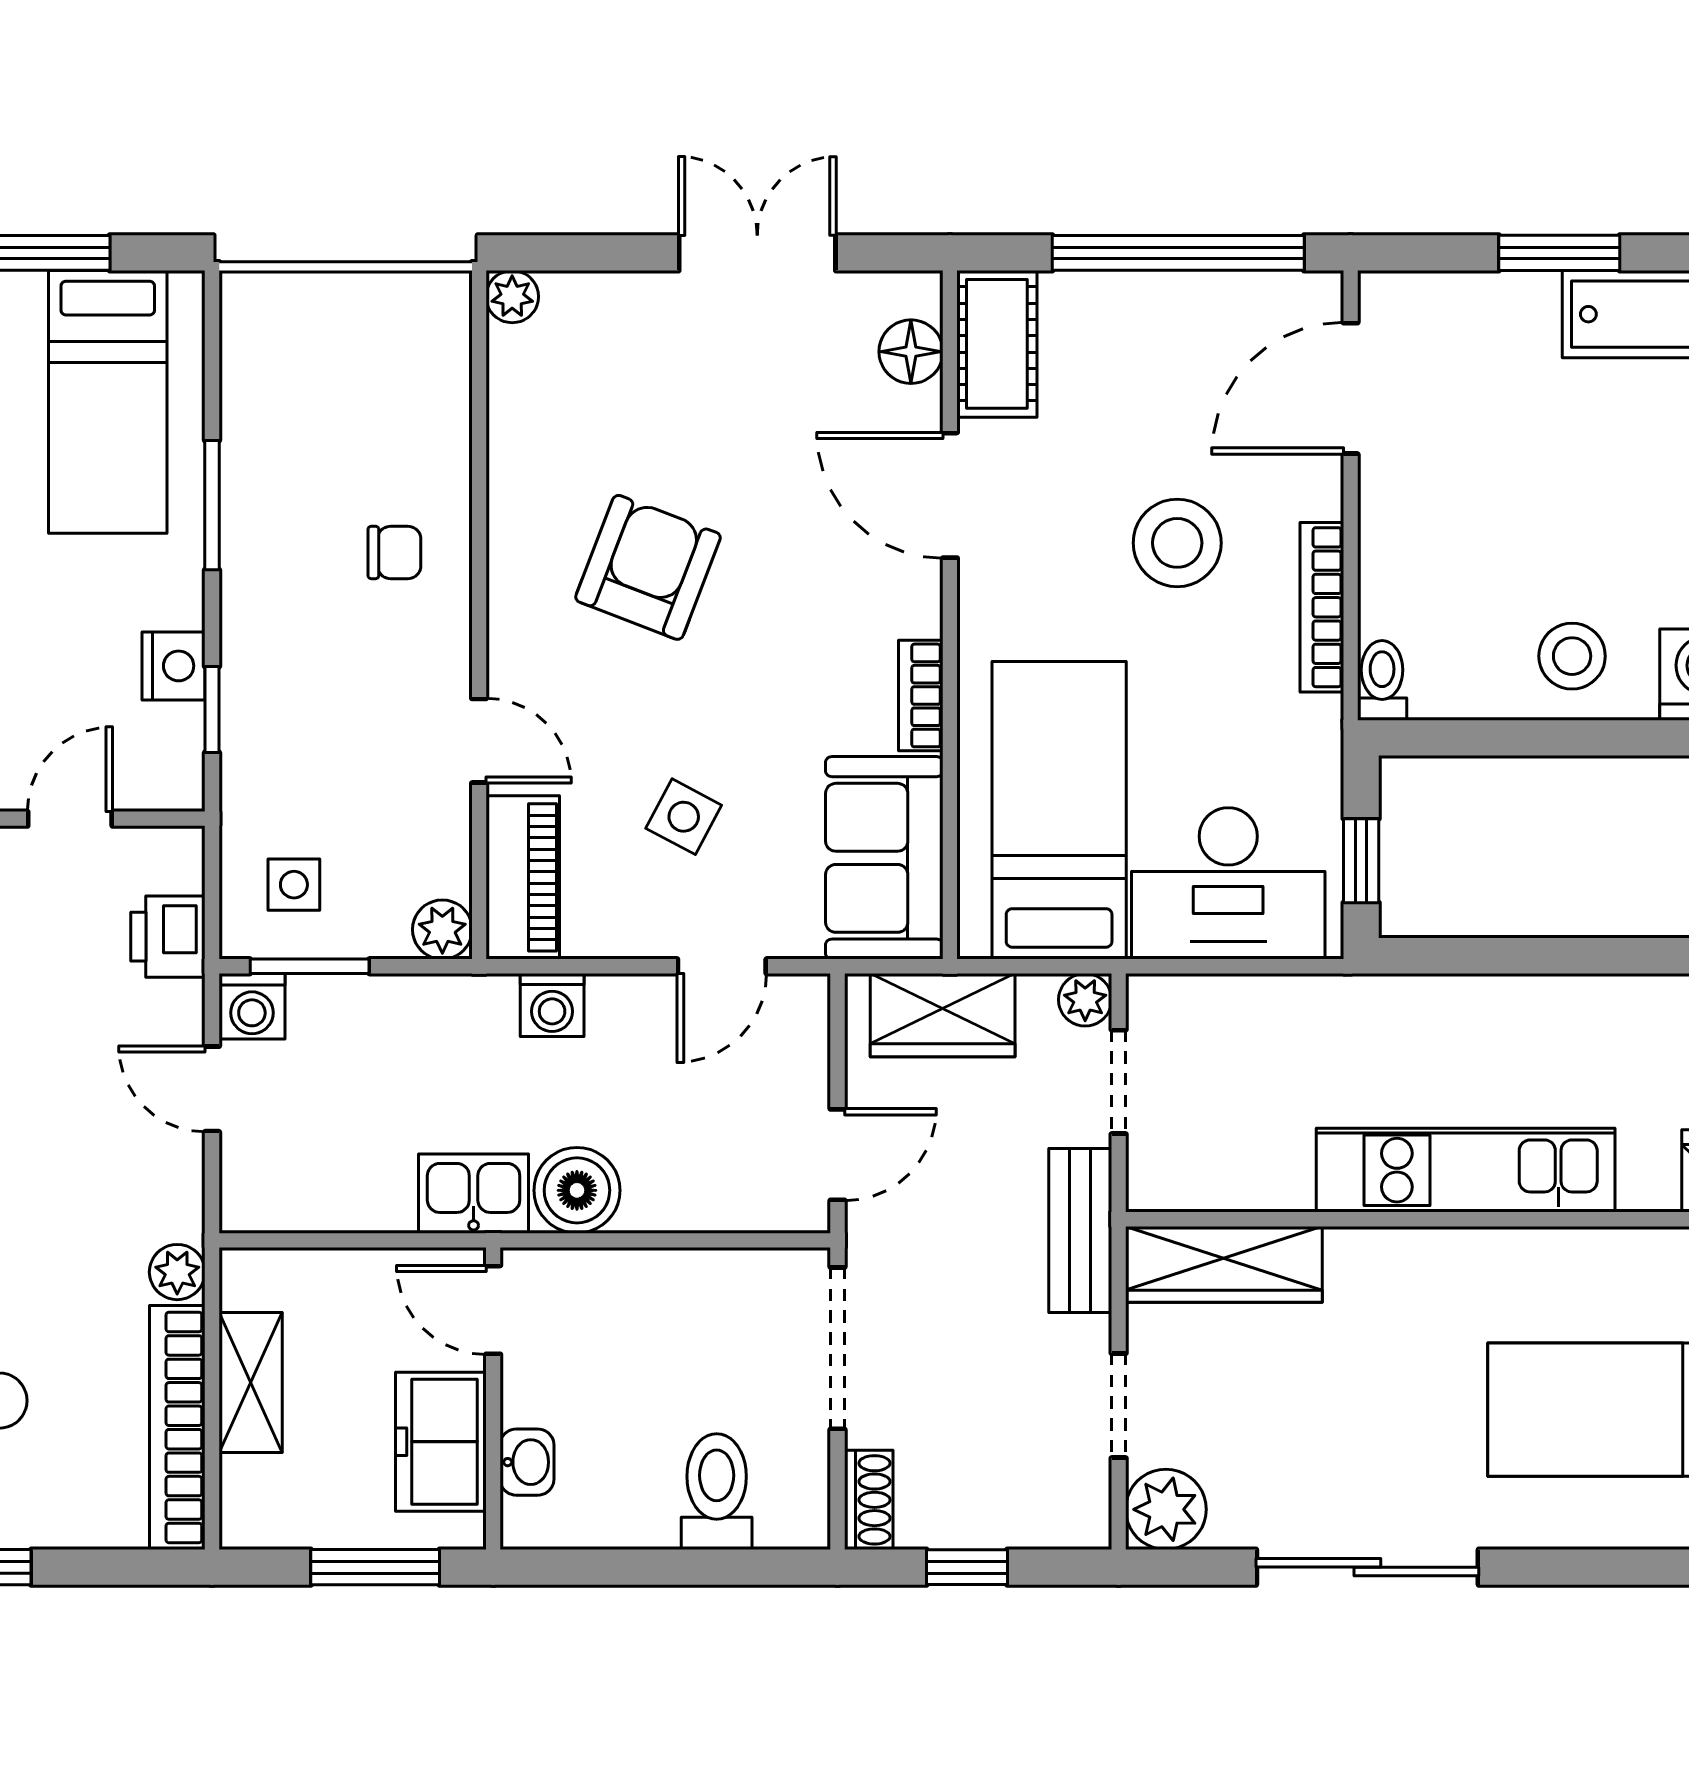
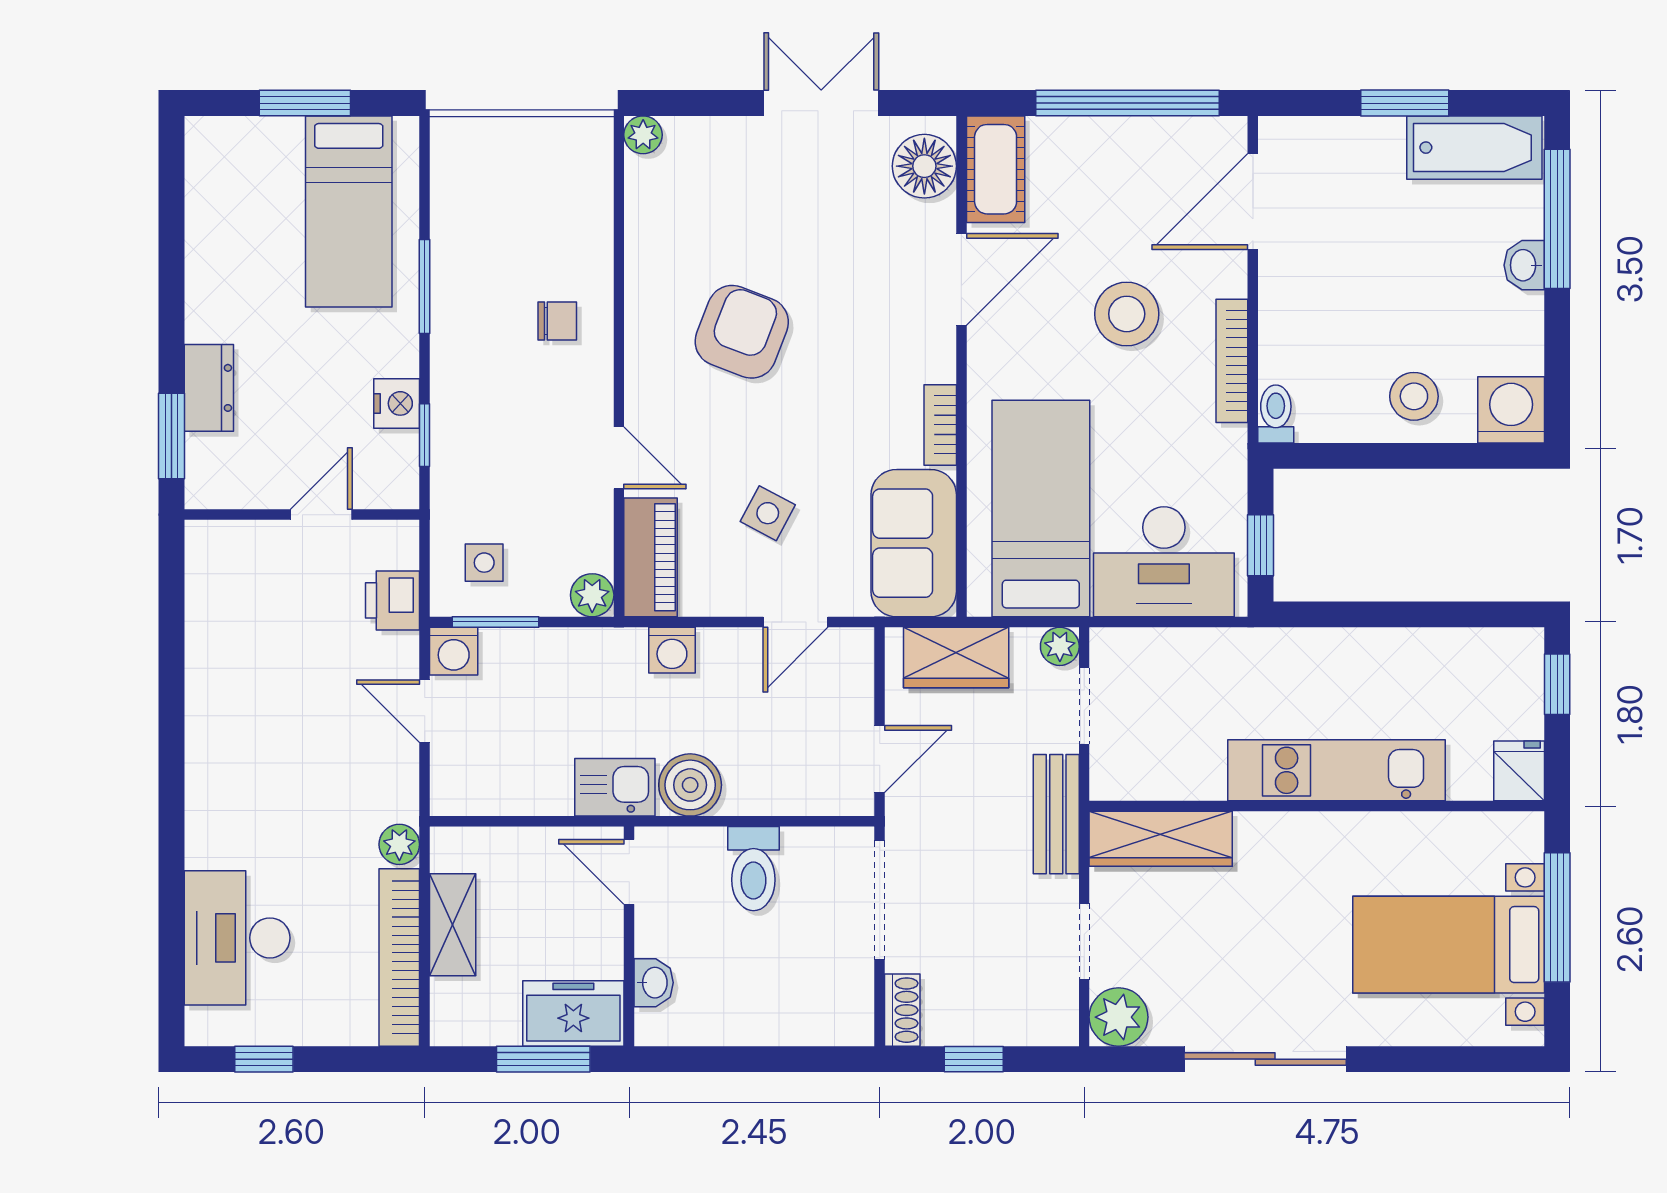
floor lamp: (911, 352) -> (924, 166), width x1.38, depth x1.38
door: (950, 495) -> (961, 279), swing flipped
freezer: (441, 1442) -> (573, 1013), moved, turned 90
toilet: (717, 1492) -> (753, 869), moved, turned 180

